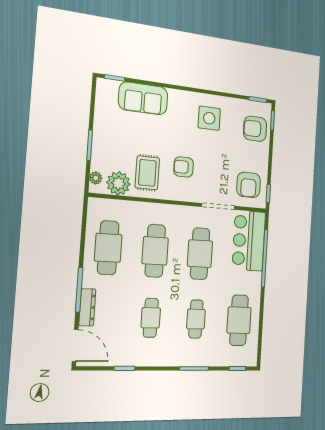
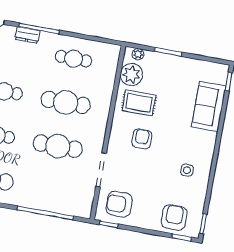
side table: (209, 118) -> (187, 170), width x0.54, depth x0.54
bar counter: (249, 241) -> (64, 198), removed
cafe table: (108, 248) -> (74, 59), width x0.73, depth x0.74
dresser: (87, 307) -> (27, 35), width x0.70

